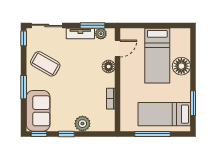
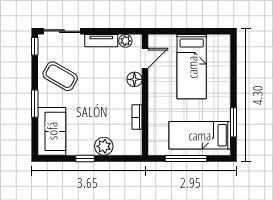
window: (92, 25) -> (116, 31), removed
floor lamp: (181, 66) -> (220, 79), removed
window: (39, 134) -> (53, 159), removed

